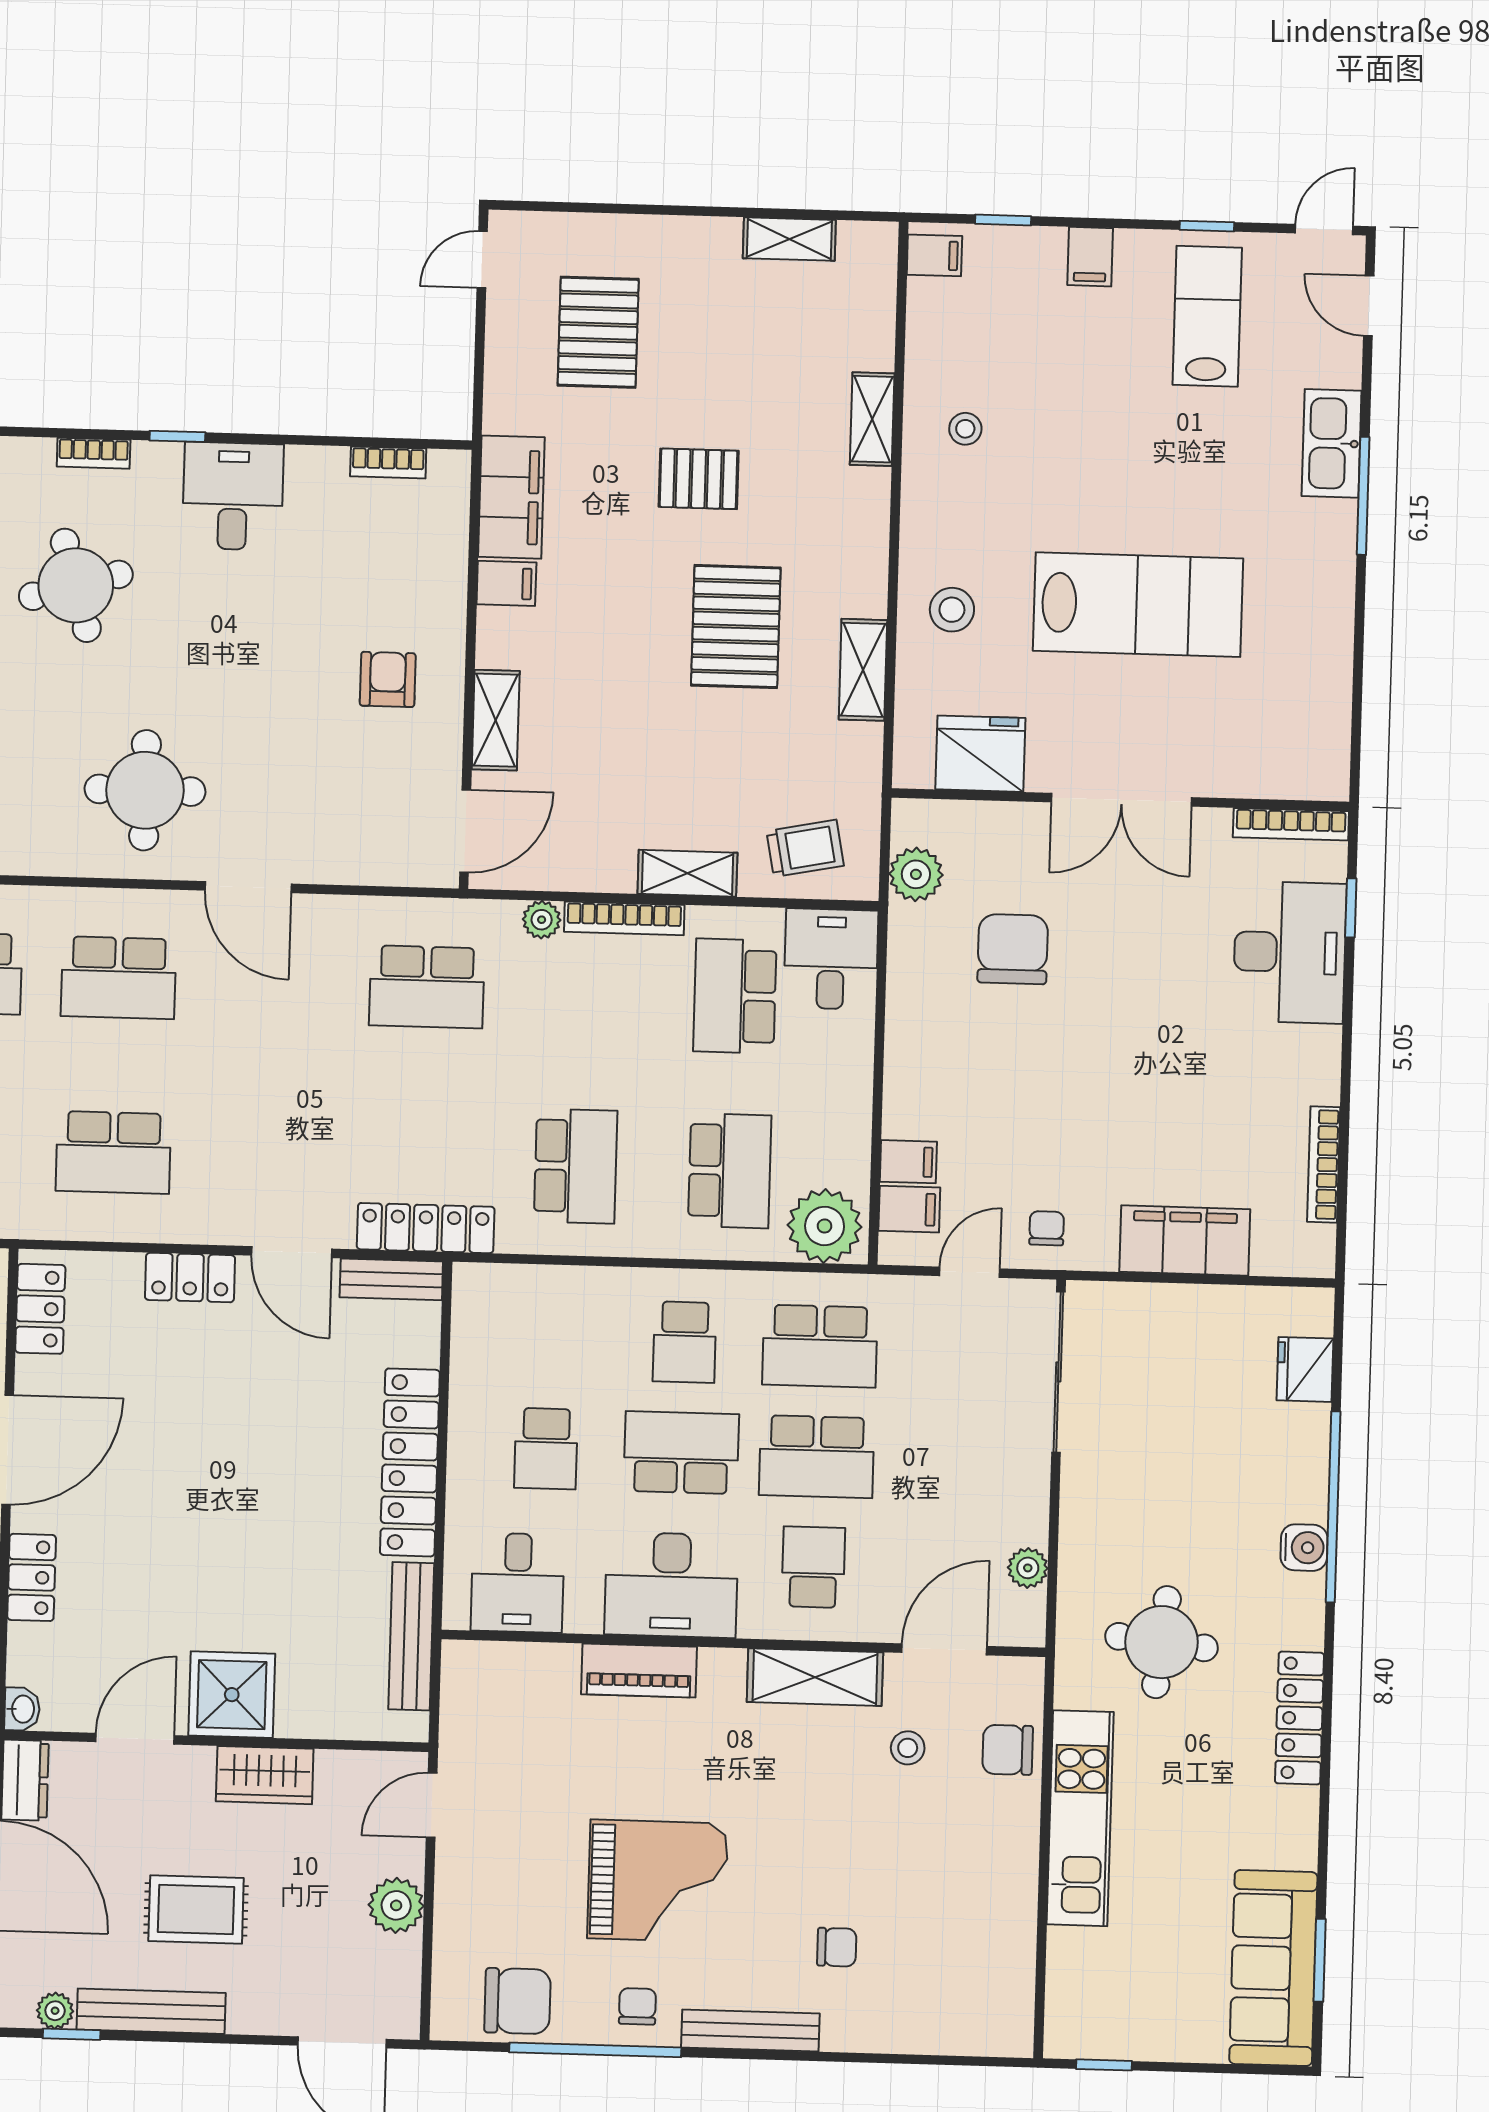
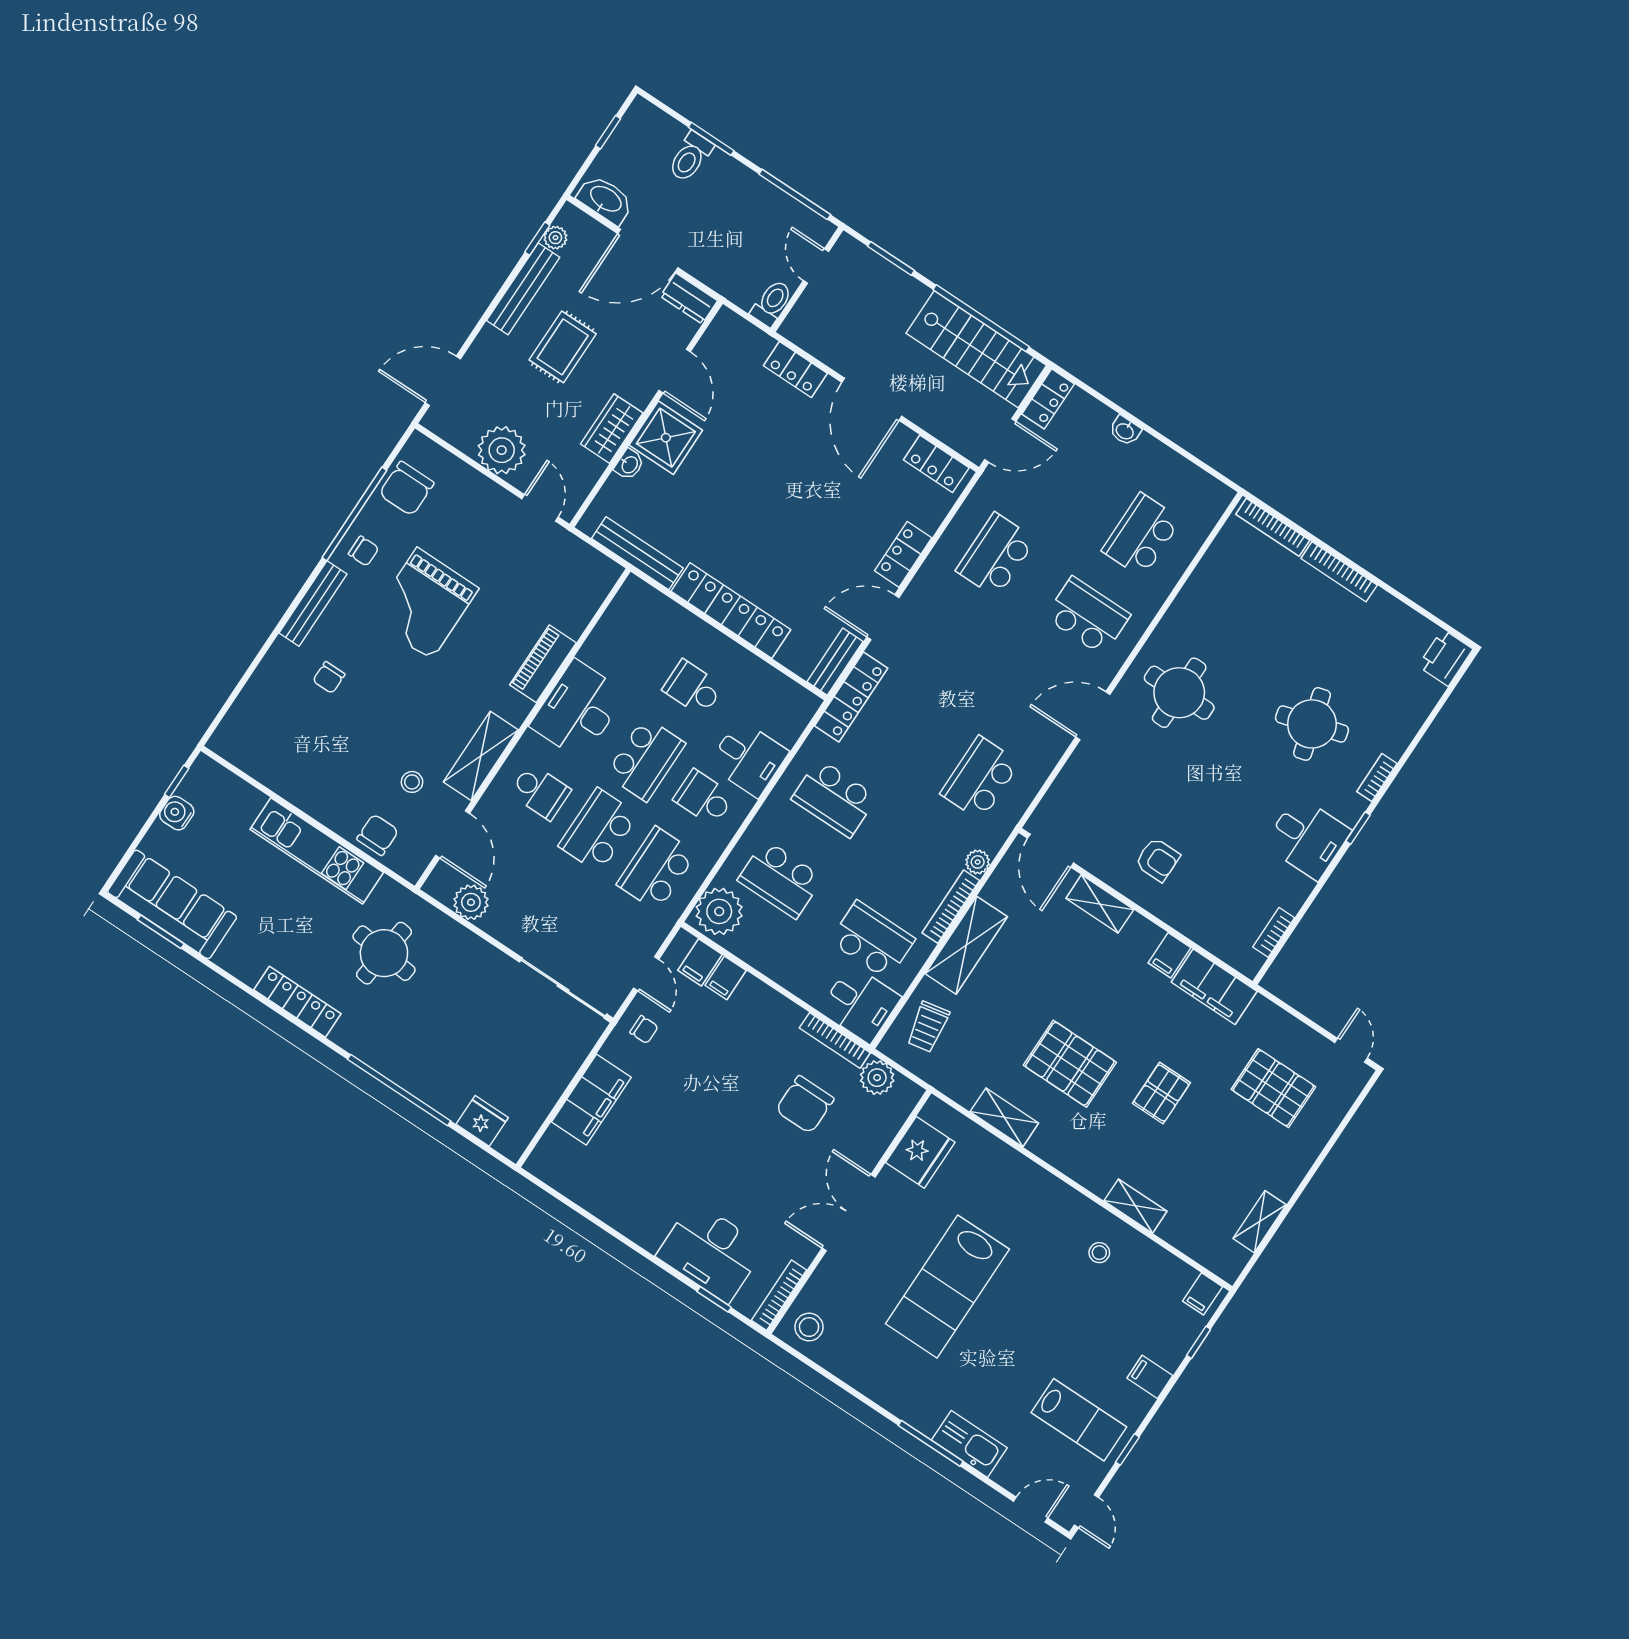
stool: (952, 610) -> (809, 1327), moved
shelving: (687, 873) -> (966, 945), width x1.50, depth x1.33
chair: (1013, 949) -> (805, 1105), turned 90
school desk: (119, 978) -> (1088, 616), turned 90
bookcase: (1324, 1164) -> (835, 1040), moved, turned 180
water cooler: (1304, 1548) -> (177, 813), moved, turned 90
plant: (1028, 1568) -> (471, 902), width x1.38, depth x1.38
desk: (518, 1583) -> (748, 758), moved, turned 180
washbasin: (22, 1709) -> (629, 464), moved, turned -90
plant: (396, 1905) -> (502, 450), width x1.36, depth x1.36

